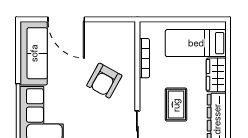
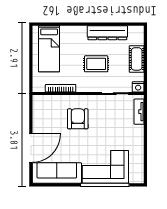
wardrobe: (216, 75) -> (73, 33), removed
armchair: (104, 81) -> (78, 119), turned -119

